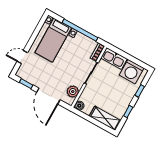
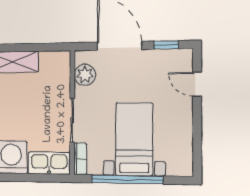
bed with nightstands: (53, 40) -> (134, 139), moved
door: (22, 57) -> (197, 84), swing flipped
boiler: (79, 106) -> (63, 59), removed

